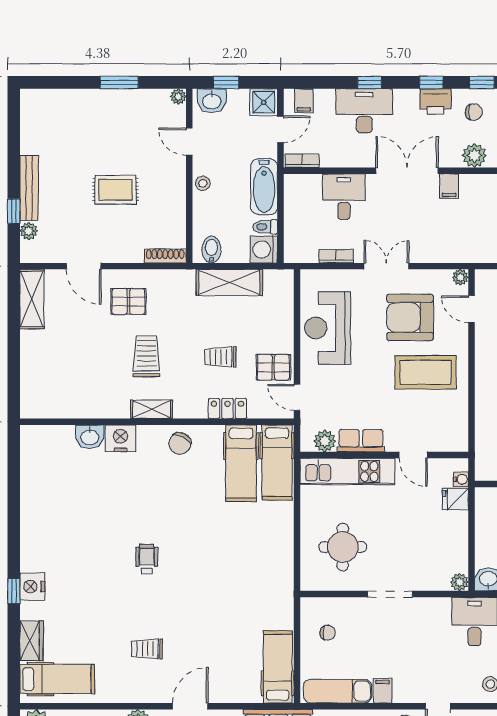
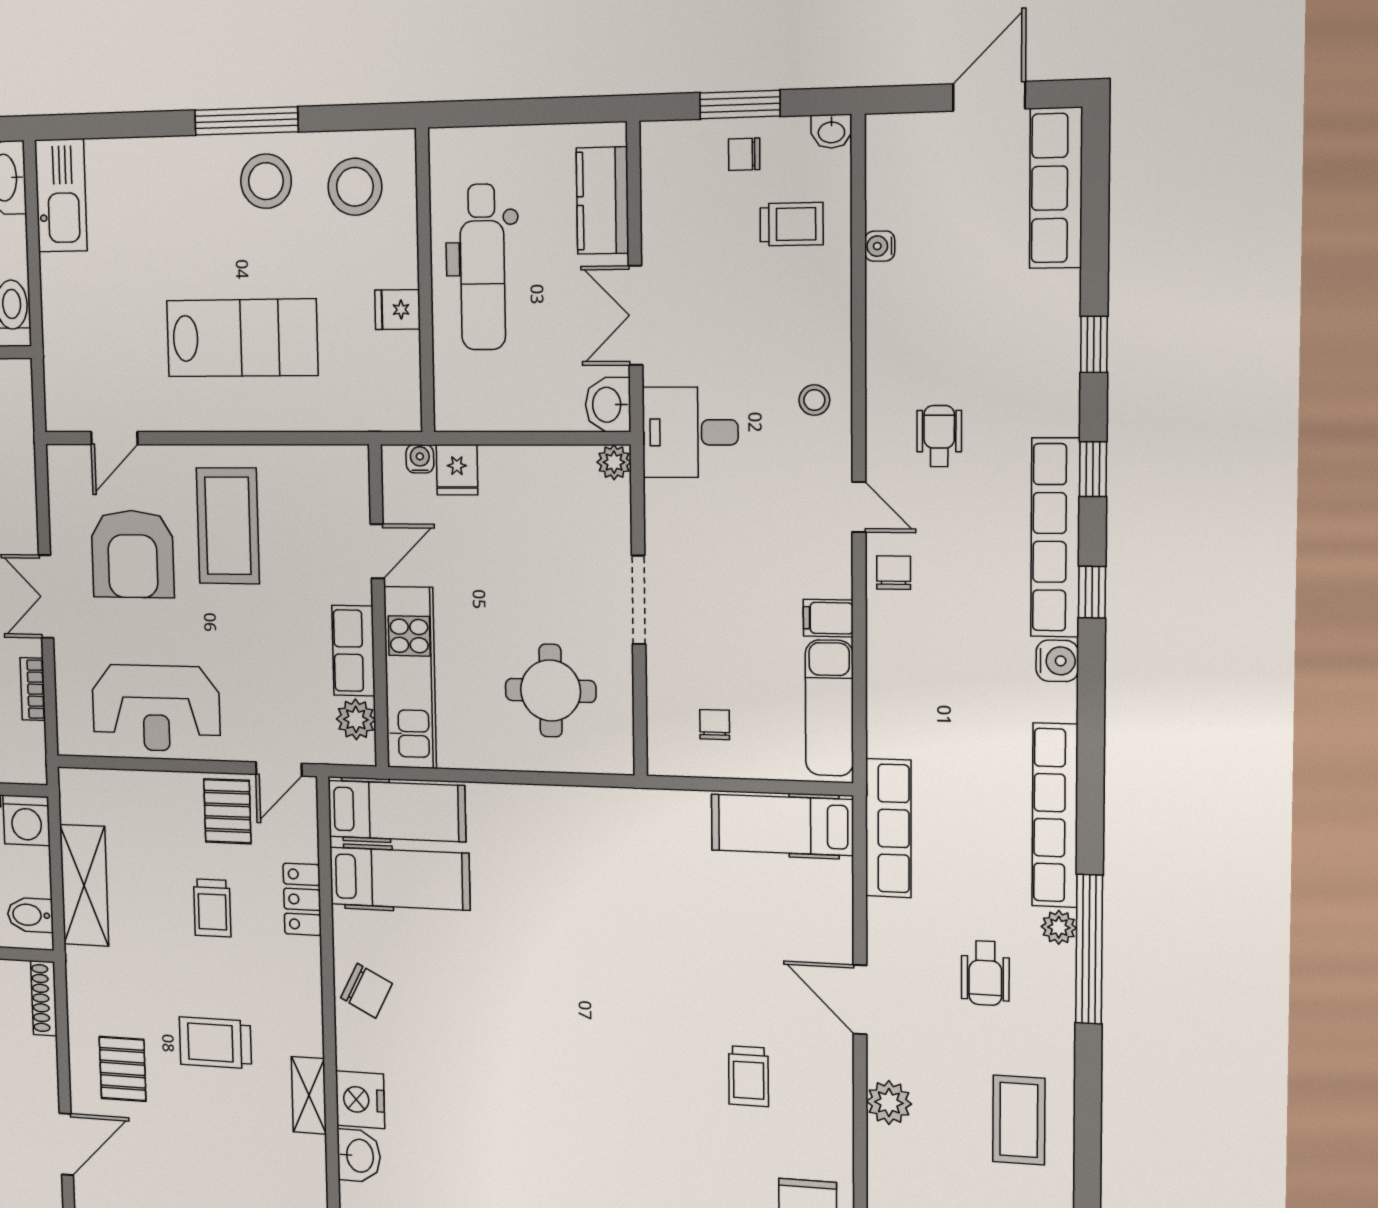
plant: (460, 277) -> (60, 459), removed
shelving: (151, 409) -> (309, 1095), moved
wheelchair: (147, 559) -> (579, 1066), removed

